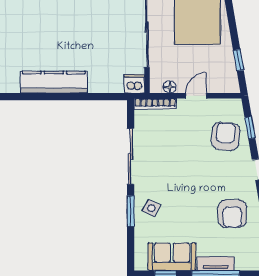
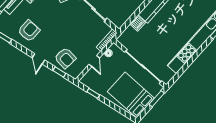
dishwasher: (134, 84) -> (138, 23), moved
armchair: (232, 214) -> (29, 31), turned 90

